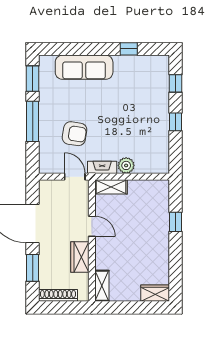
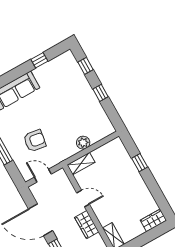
fireplace: (102, 167) -> (67, 153), removed
door: (75, 177) -> (43, 176), moved

